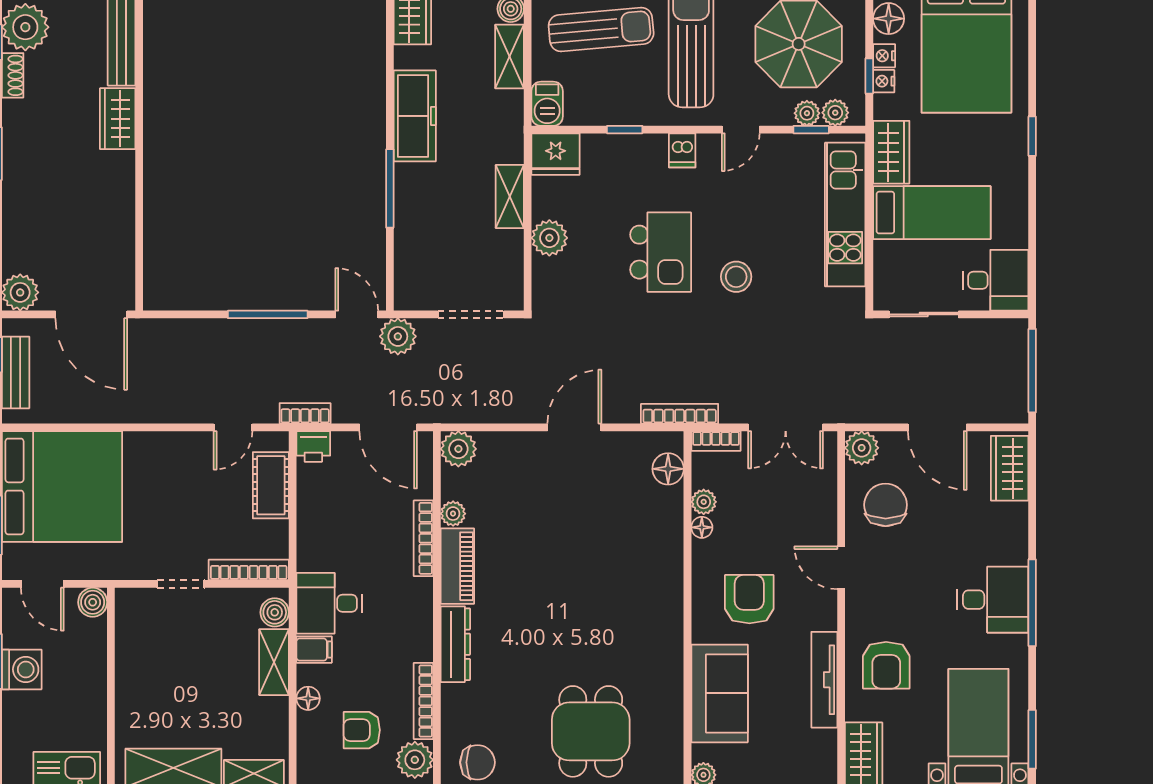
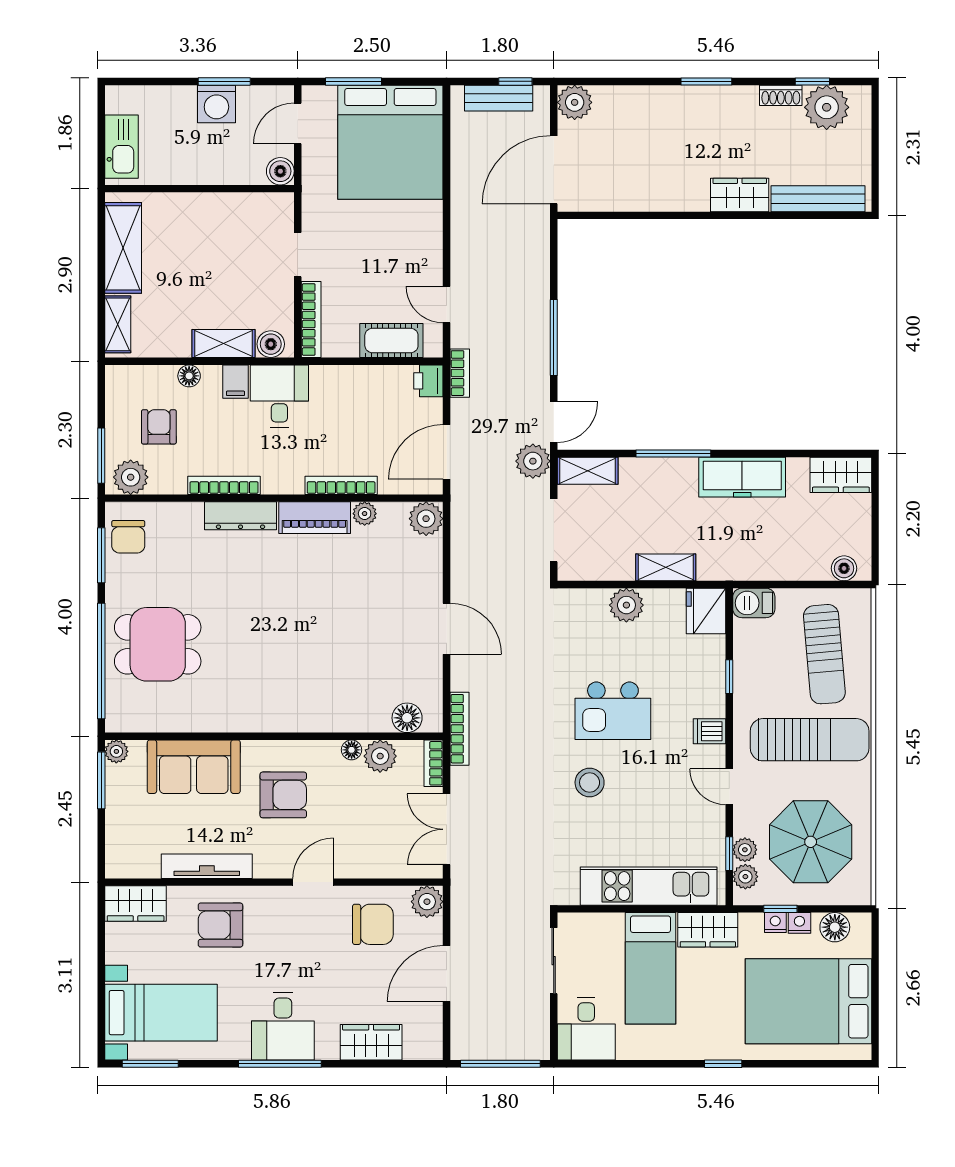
shelving: (510, 57) -> (588, 471), moved
wardrobe: (1010, 468) -> (371, 1042), moved
plant: (704, 502) -> (380, 756), width x1.38, depth x1.38
bookcase: (423, 701) -> (224, 485), moved

